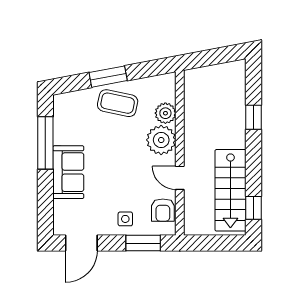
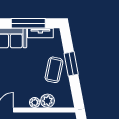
tv unit: (61, 124) -> (40, 33), added
plant: (161, 140) -> (35, 102), width x0.53, depth x0.53

